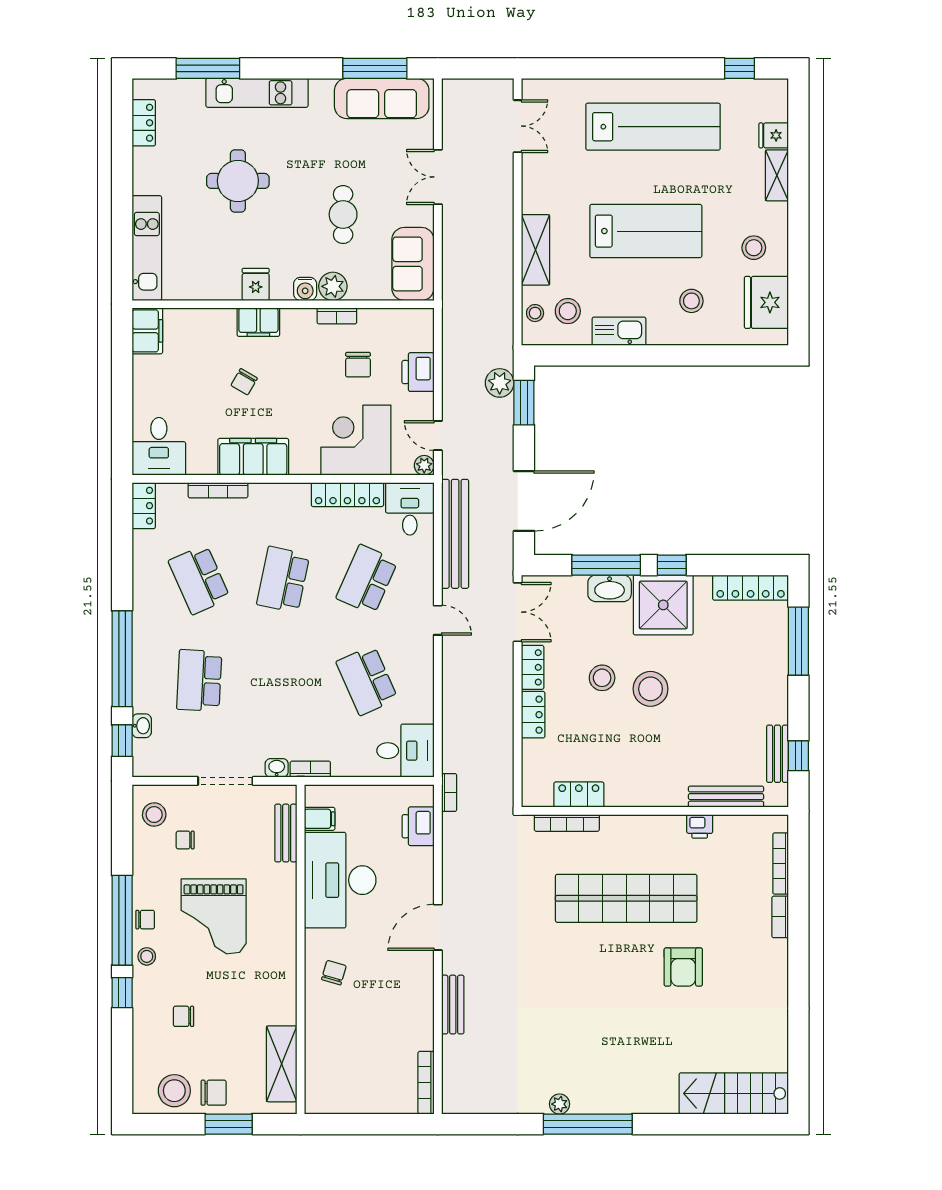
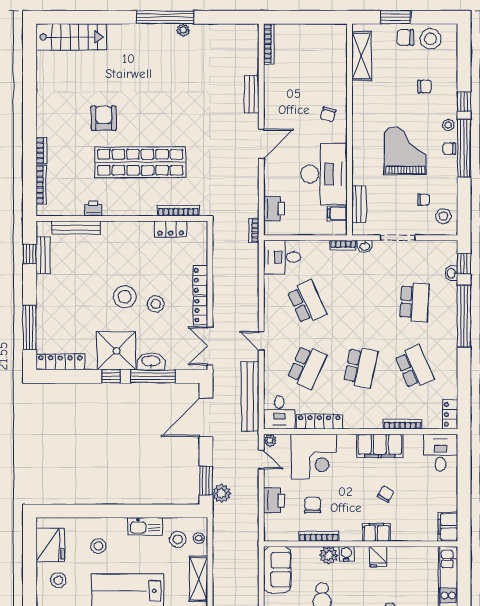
bookcase: (337, 316) -> (319, 536), width x1.56

